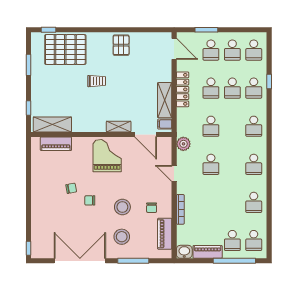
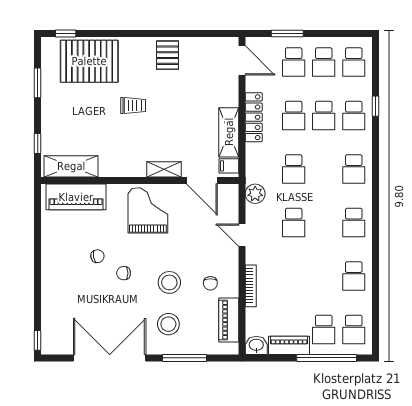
piano: (56, 144) -> (76, 197), width x1.37, depth x1.33

